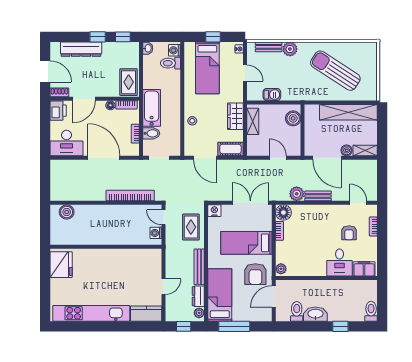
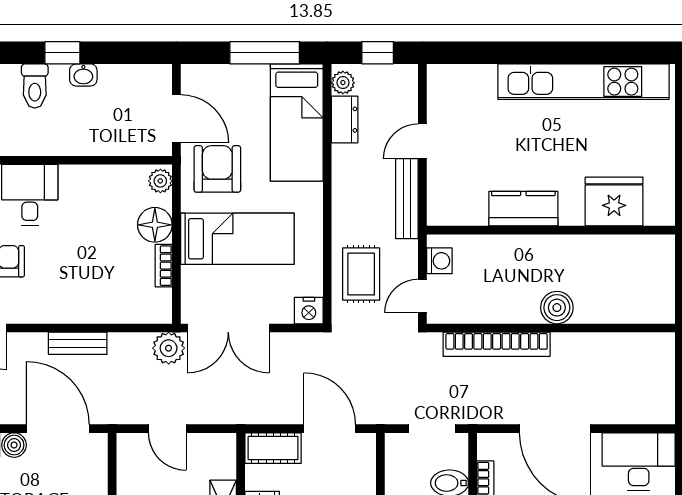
plant: (297, 194) -> (169, 348), moved
boiler: (67, 212) -> (557, 308), moved
floor lamp: (283, 213) -> (155, 225), moved
door: (164, 217) -> (422, 296), swing flipped
fridge: (61, 265) -> (614, 201), moved, turned 90
bench: (199, 267) -> (407, 199), moved
door: (274, 297) -> (176, 119), hinge flipped
toilet: (297, 311) -> (35, 86), moved
kitchen counter: (146, 314) -> (523, 209), moved, turned 180
washbasin: (315, 314) -> (83, 75), width x0.52, depth x0.69
window: (340, 326) -> (62, 53), moved

